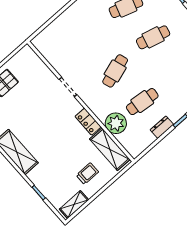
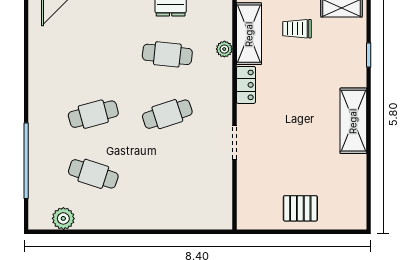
cafe table: (153, 37) -> (93, 114), turned -30
plant: (116, 123) -> (224, 49), width x0.53, depth x0.53

